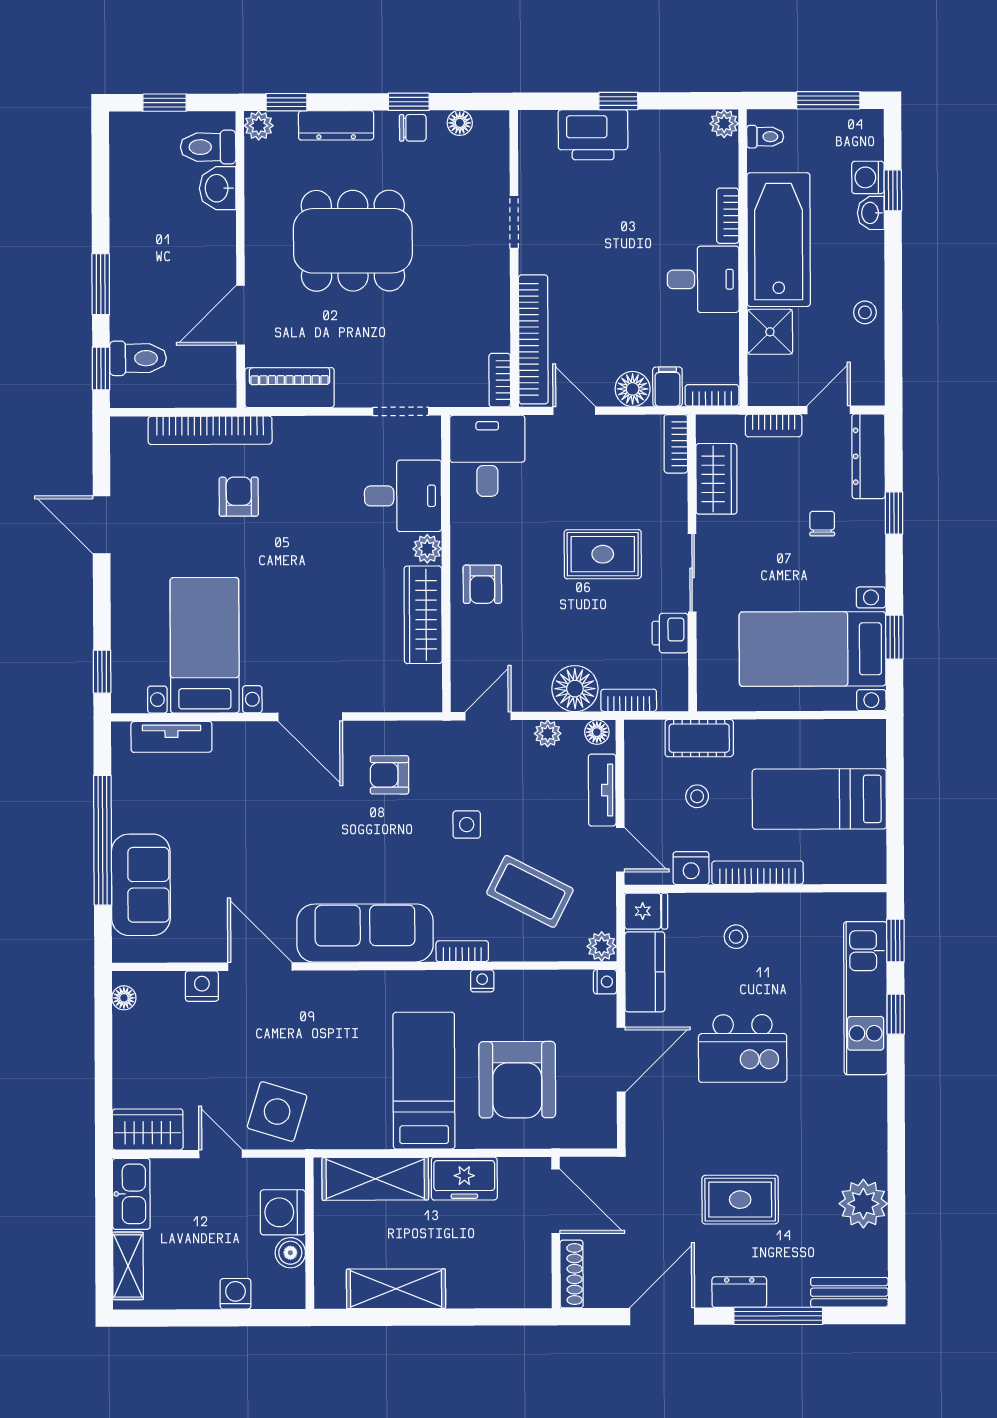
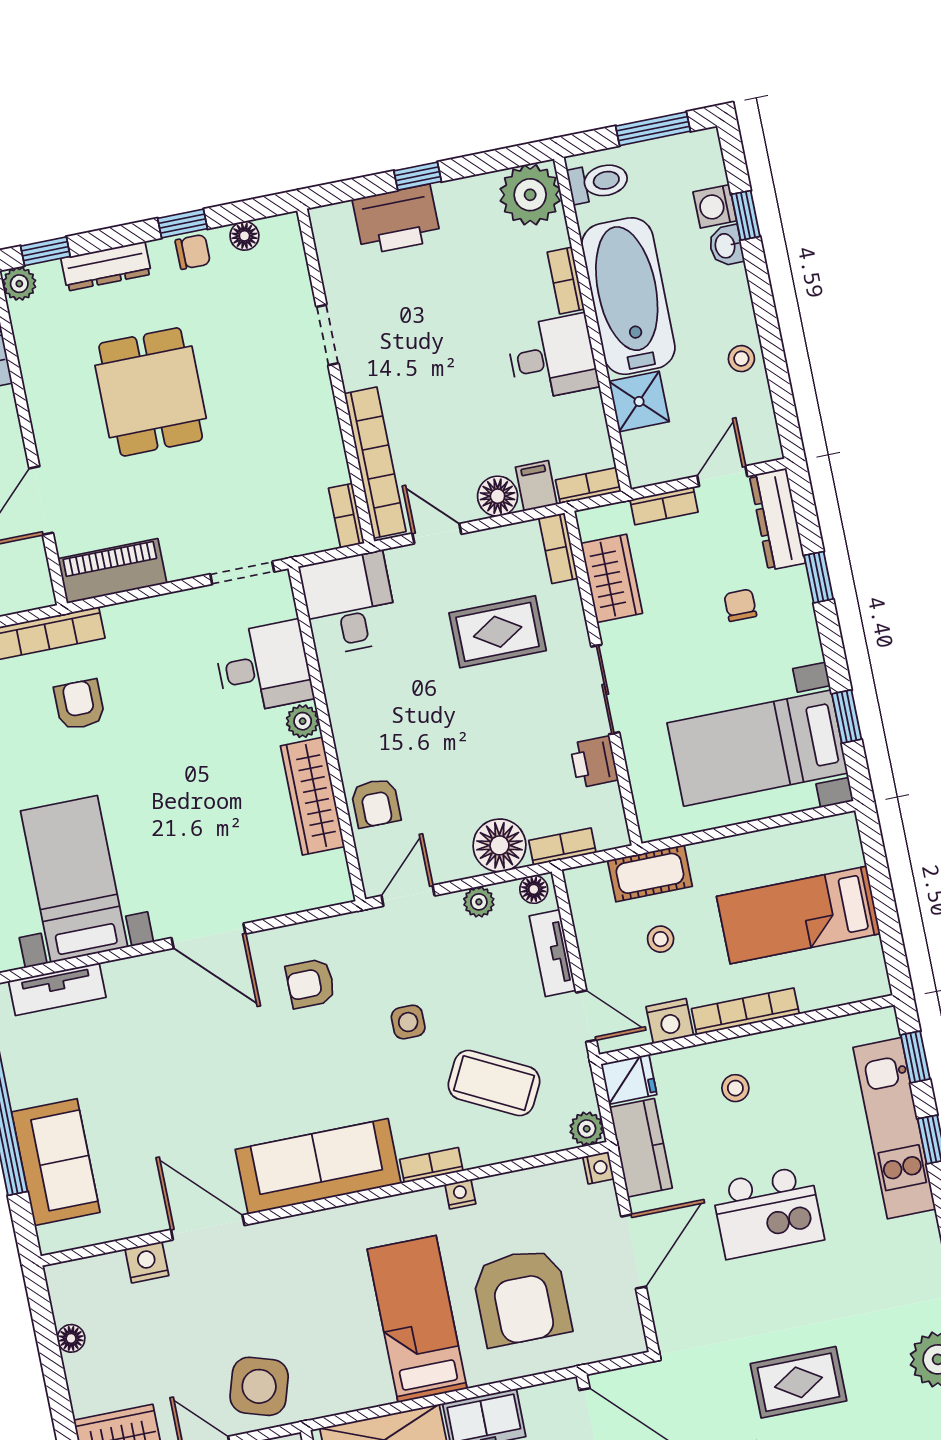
plant: (724, 124) -> (530, 195), width x1.88, depth x1.88
toilet: (765, 137) -> (598, 182), width x1.37, depth x1.39
dining table: (353, 241) -> (151, 392), width x0.73
rug: (603, 554) -> (498, 632), moved
armchair: (482, 584) -> (376, 803), moved
floor lamp: (124, 998) -> (71, 1338), moved

